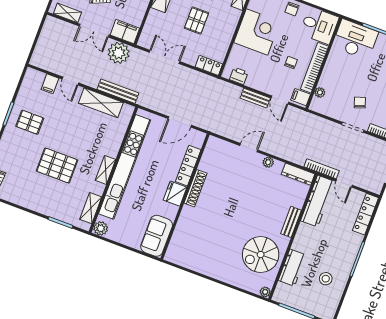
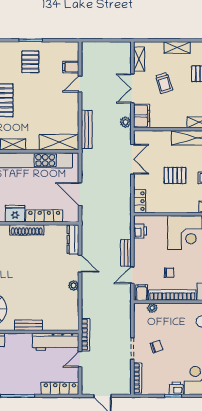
plant: (119, 53) -> (126, 122), width x0.53, depth x0.53
shelving: (101, 103) -> (59, 142), moved, turned 90
dresser: (298, 174) -> (73, 239), moved

